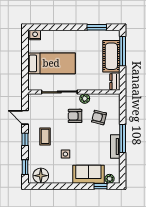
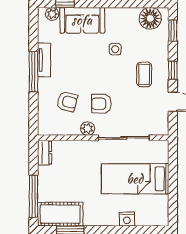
nightstand: (35, 35) -> (127, 219), moved
cot: (111, 56) -> (60, 214), moved, turned 90
armchair: (75, 116) -> (101, 104), turned 180

